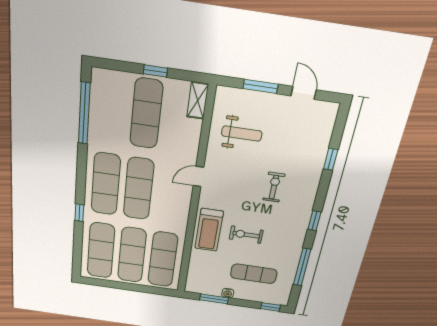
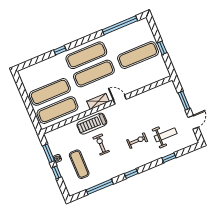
shelving: (198, 100) -> (98, 101), moved
weight bench: (242, 134) -> (166, 135), moved, turned -90
exercise mat: (101, 251) -> (42, 74), removed
window: (271, 307) -> (57, 172), moved

